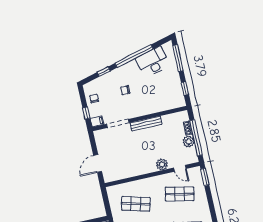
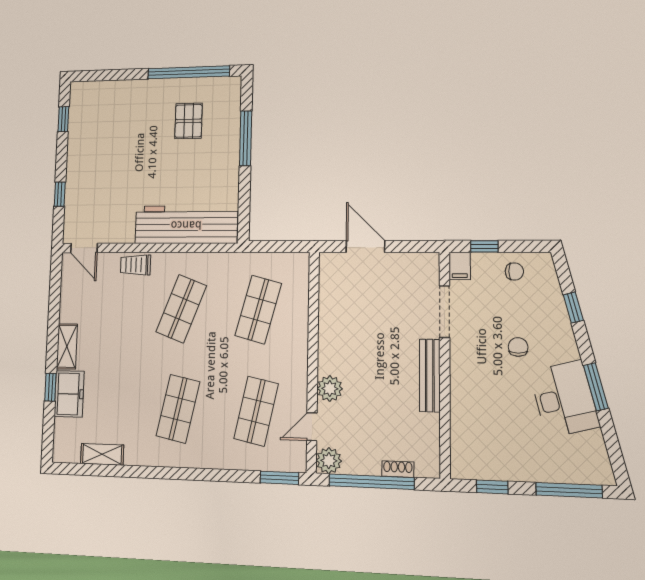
window: (134, 56) -> (596, 387), width x0.47
desk: (153, 62) -> (564, 399), moved
plant: (188, 141) -> (329, 461), moved

